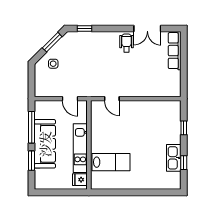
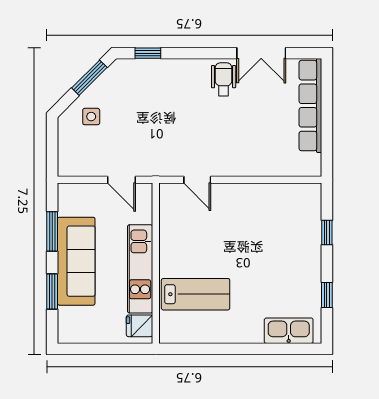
row of seats: (175, 51) -> (310, 106), width x1.36
window: (32, 127) -> (52, 231), width x0.69
kitchen sink: (174, 158) -> (289, 331), moved, turned 90

